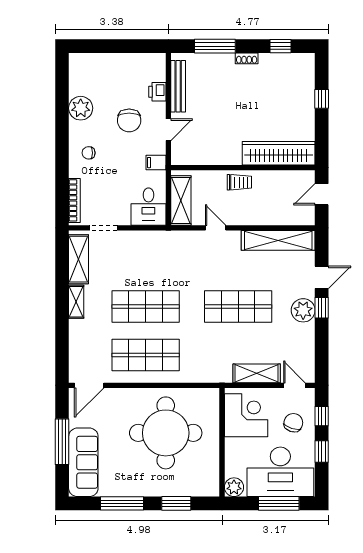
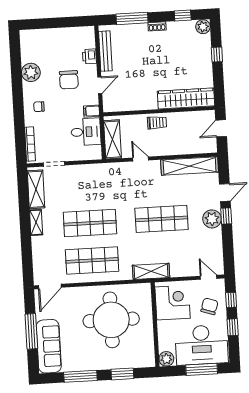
plant: (306, 62) -> (203, 27), added
desk: (148, 207) -> (86, 132), moved, turned -90
shelving: (257, 373) -> (151, 271), moved

